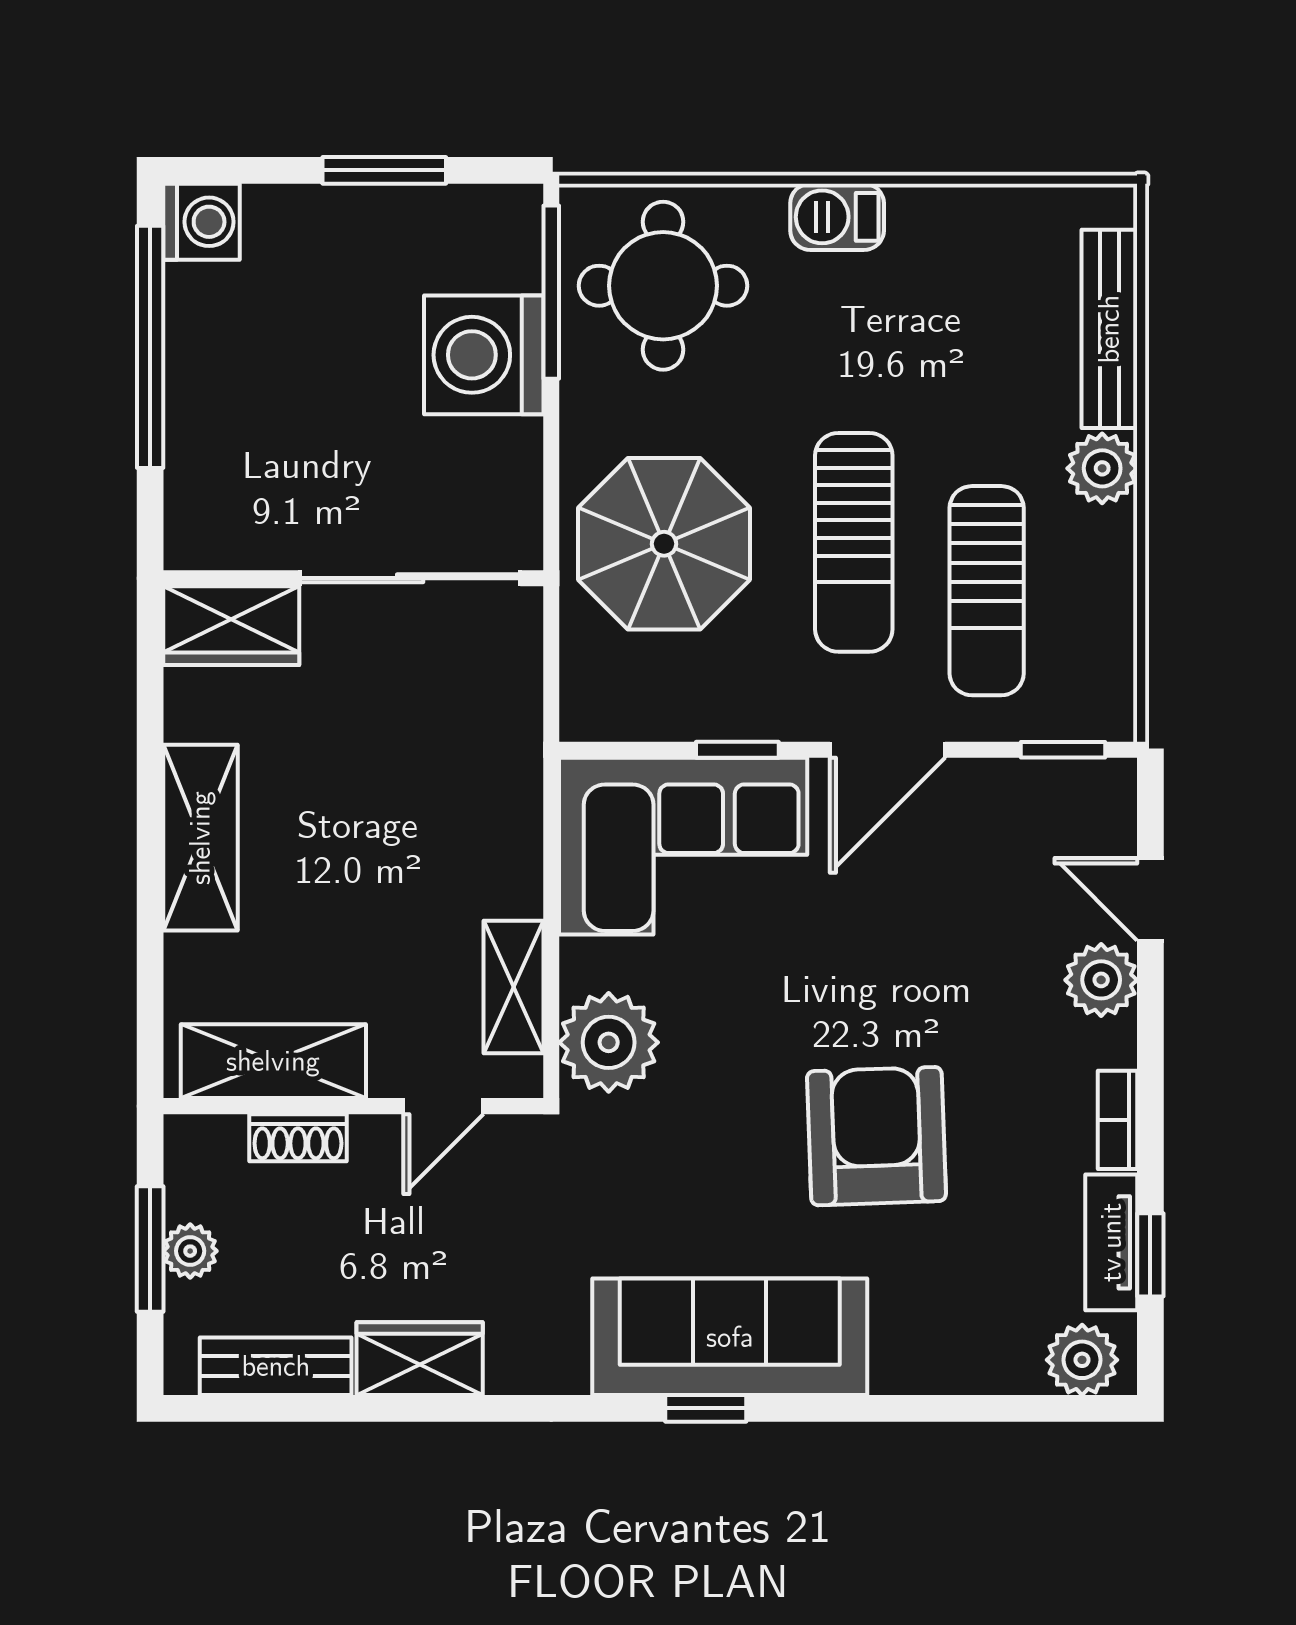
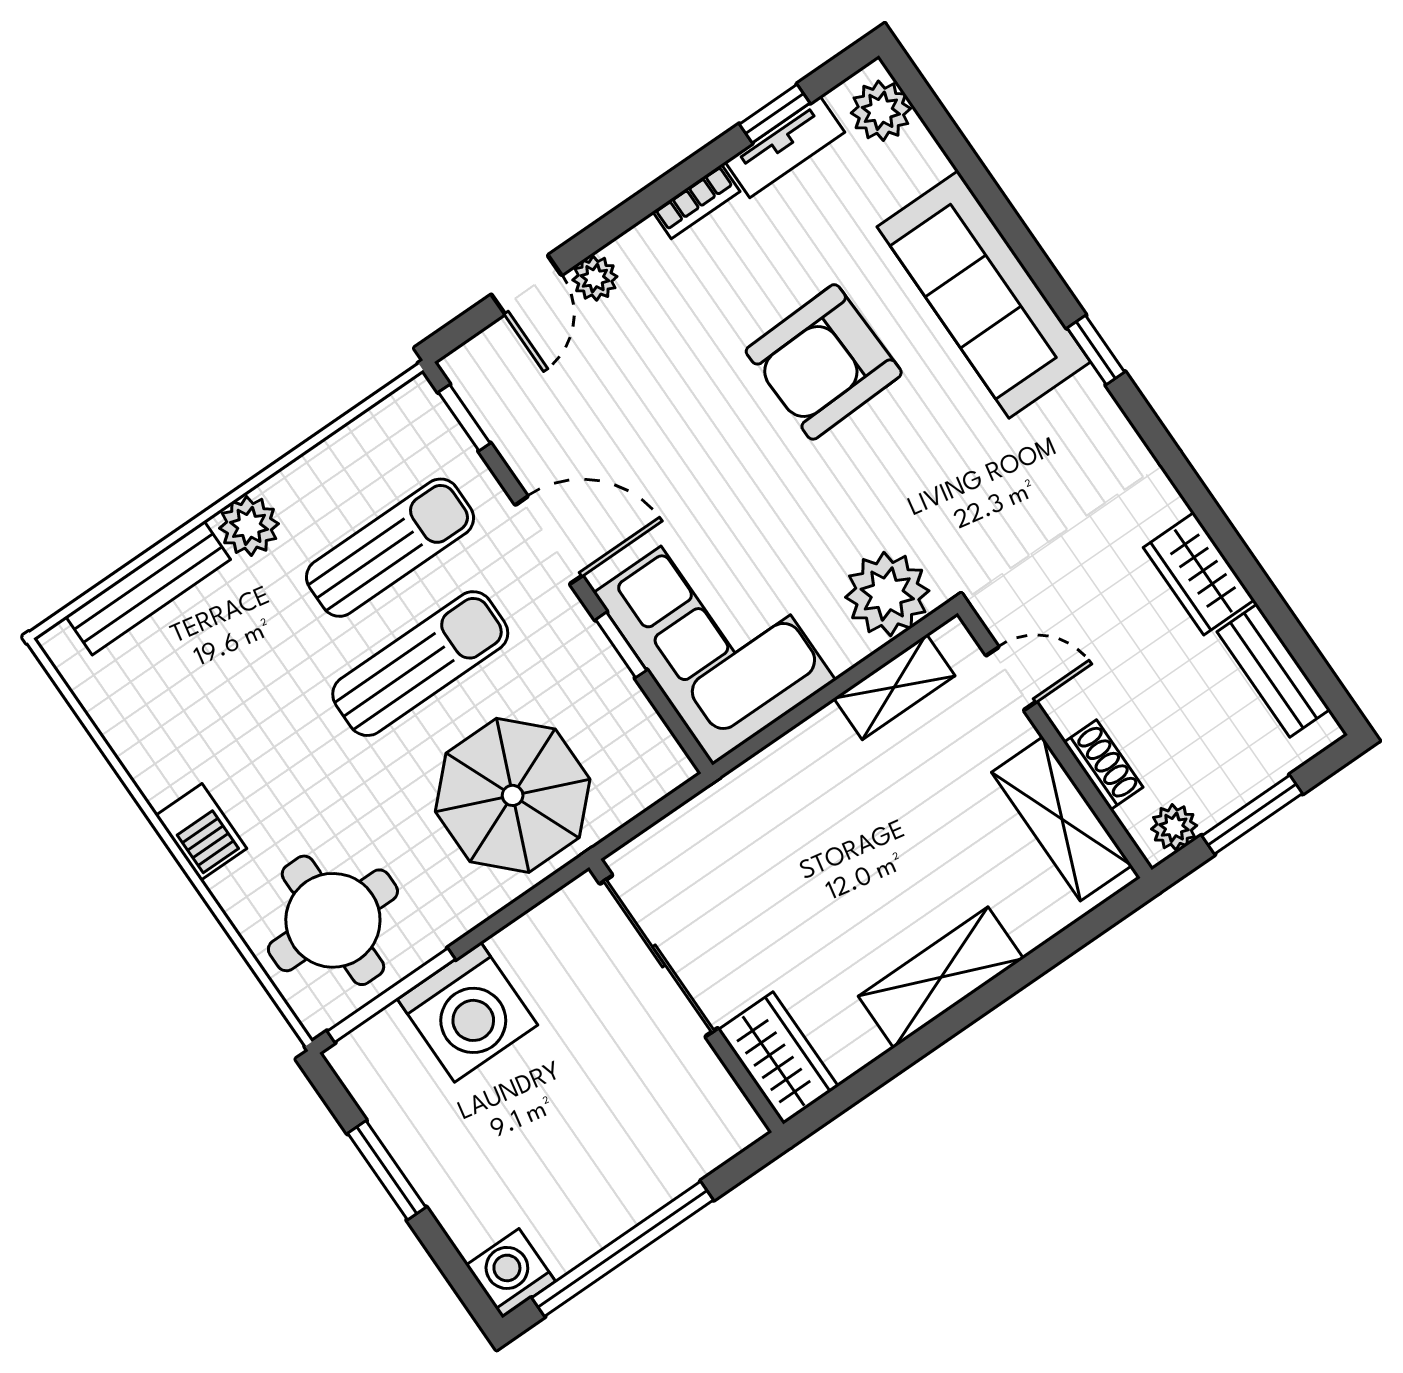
plant: (1101, 980) -> (595, 278), width x0.73, depth x0.73
plant: (190, 1251) -> (1174, 827), moved
sofa: (730, 1337) -> (984, 294), moved

